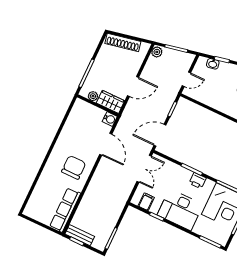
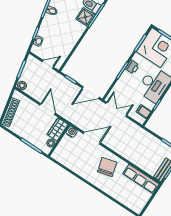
door: (186, 79) -> (48, 64), hinge flipped
door: (160, 135) -> (91, 93), hinge flipped
chair: (74, 167) -> (107, 167), turned 75

